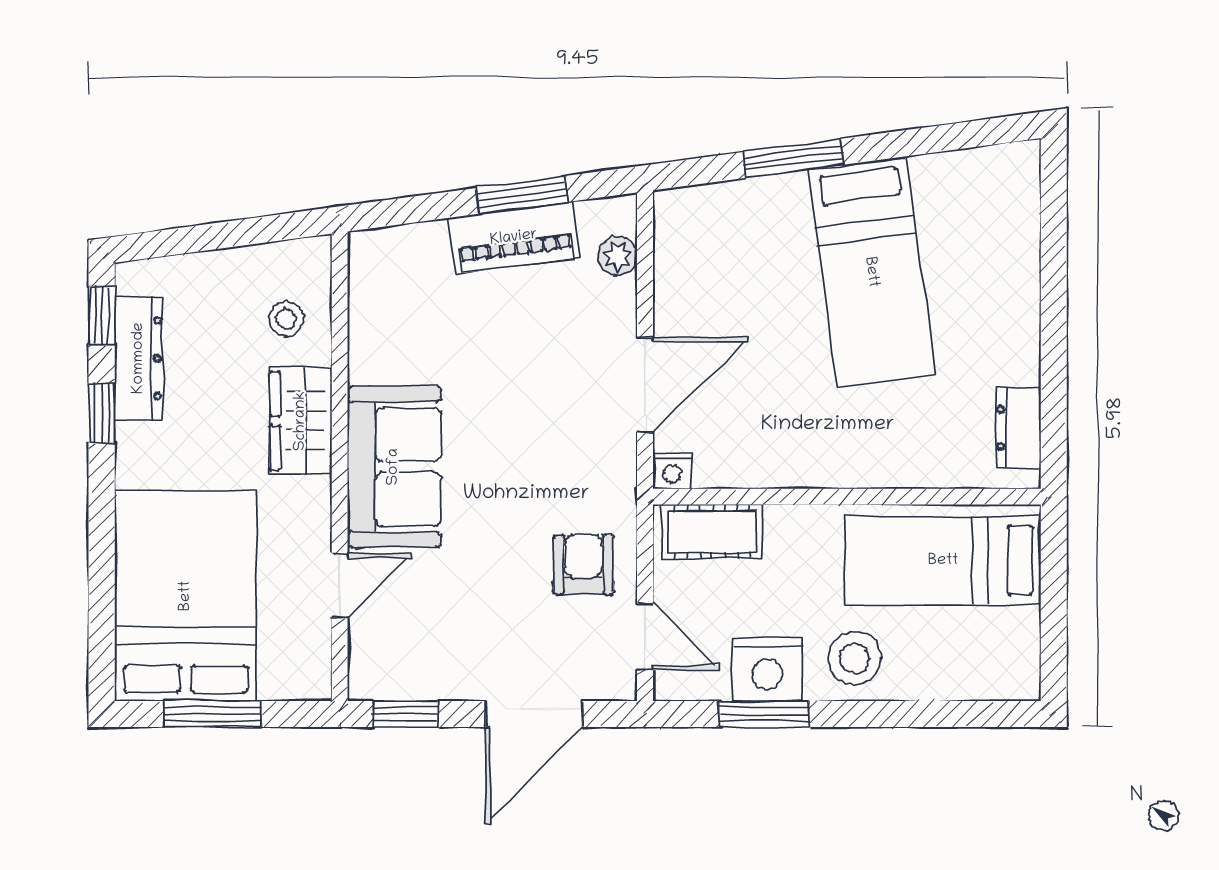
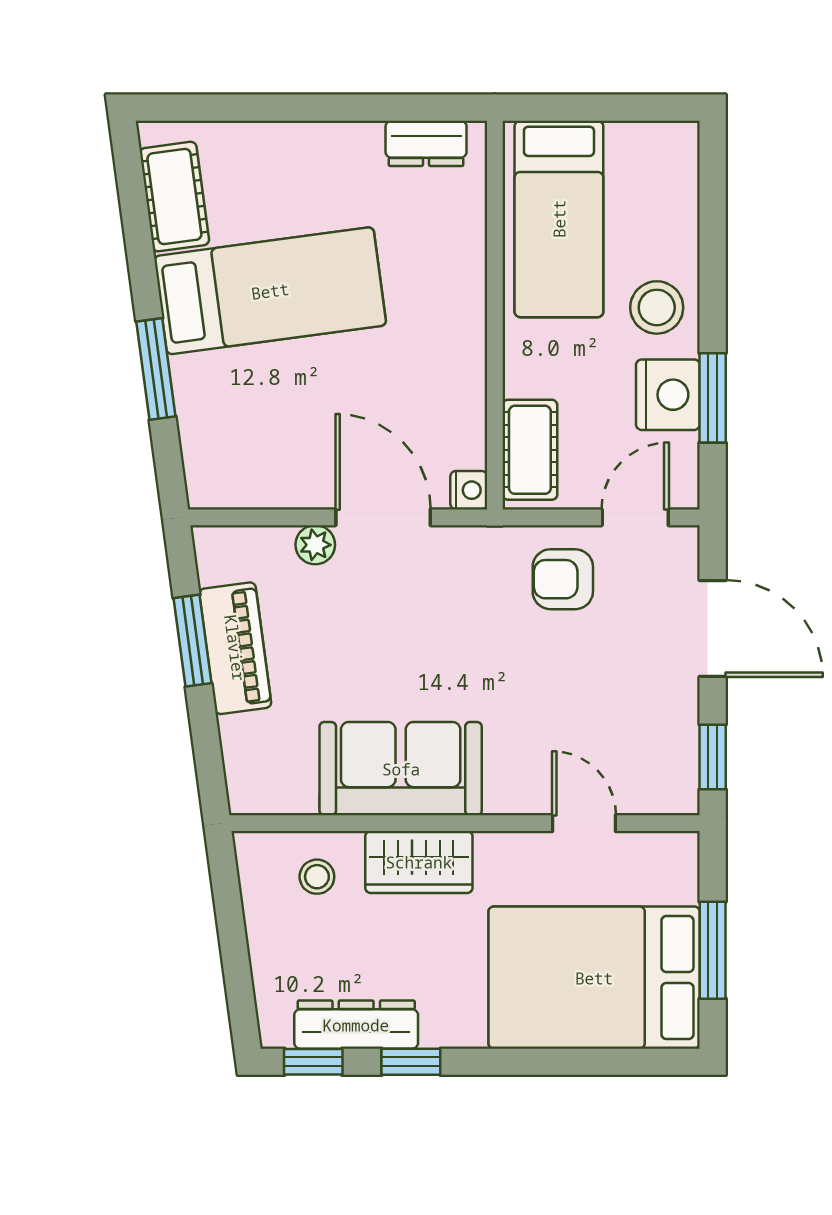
cot: (965, 177) -> (174, 197), added
plant: (618, 256) -> (315, 545), moved
sofa: (394, 467) -> (401, 769), moved

